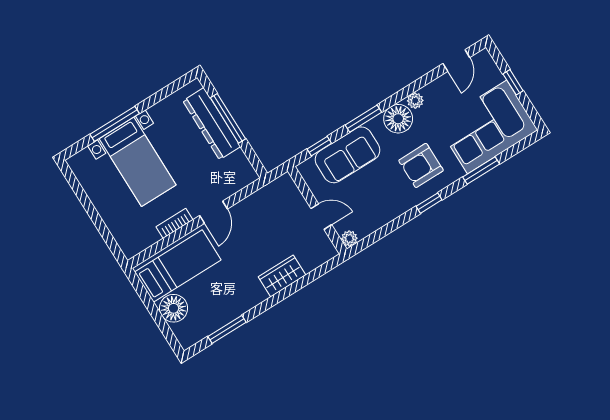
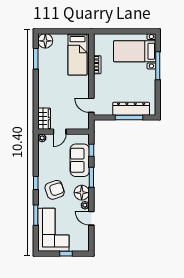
door: (456, 61) -> (91, 218), moved
bed with nightstands: (138, 162) -> (135, 51), moved
armchair: (421, 165) -> (55, 190), turned 71
door: (213, 212) -> (91, 105), moved
wardrobe: (282, 276) -> (44, 119), moved
floor lamp: (174, 308) -> (45, 41), moved

